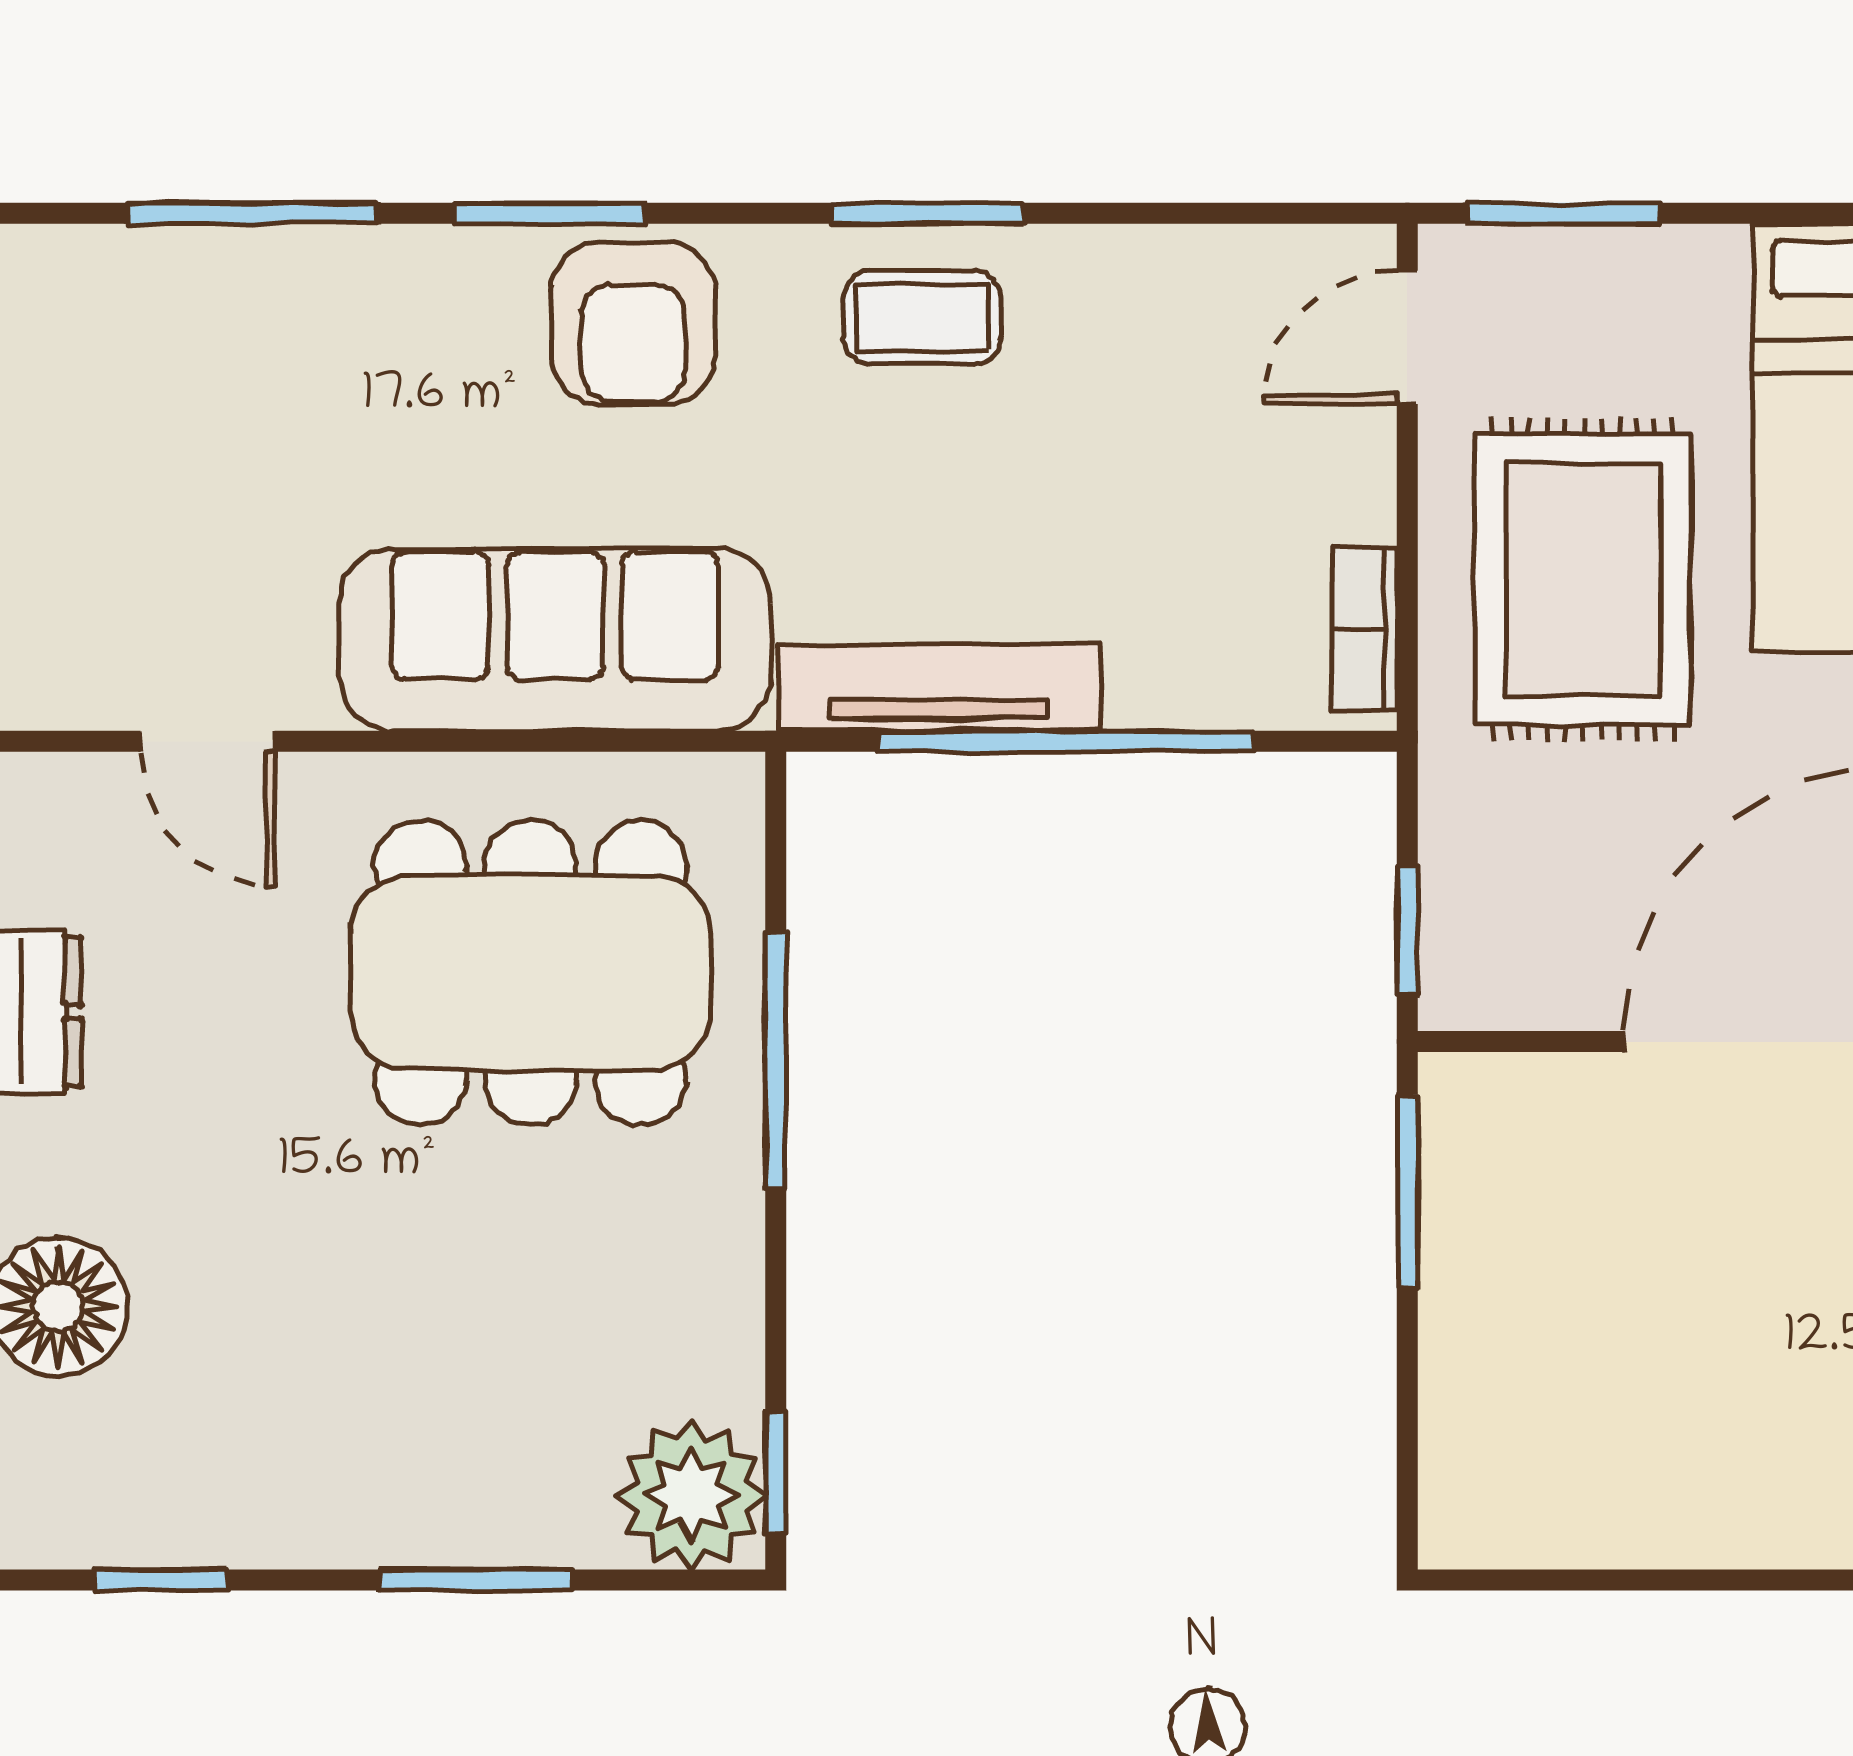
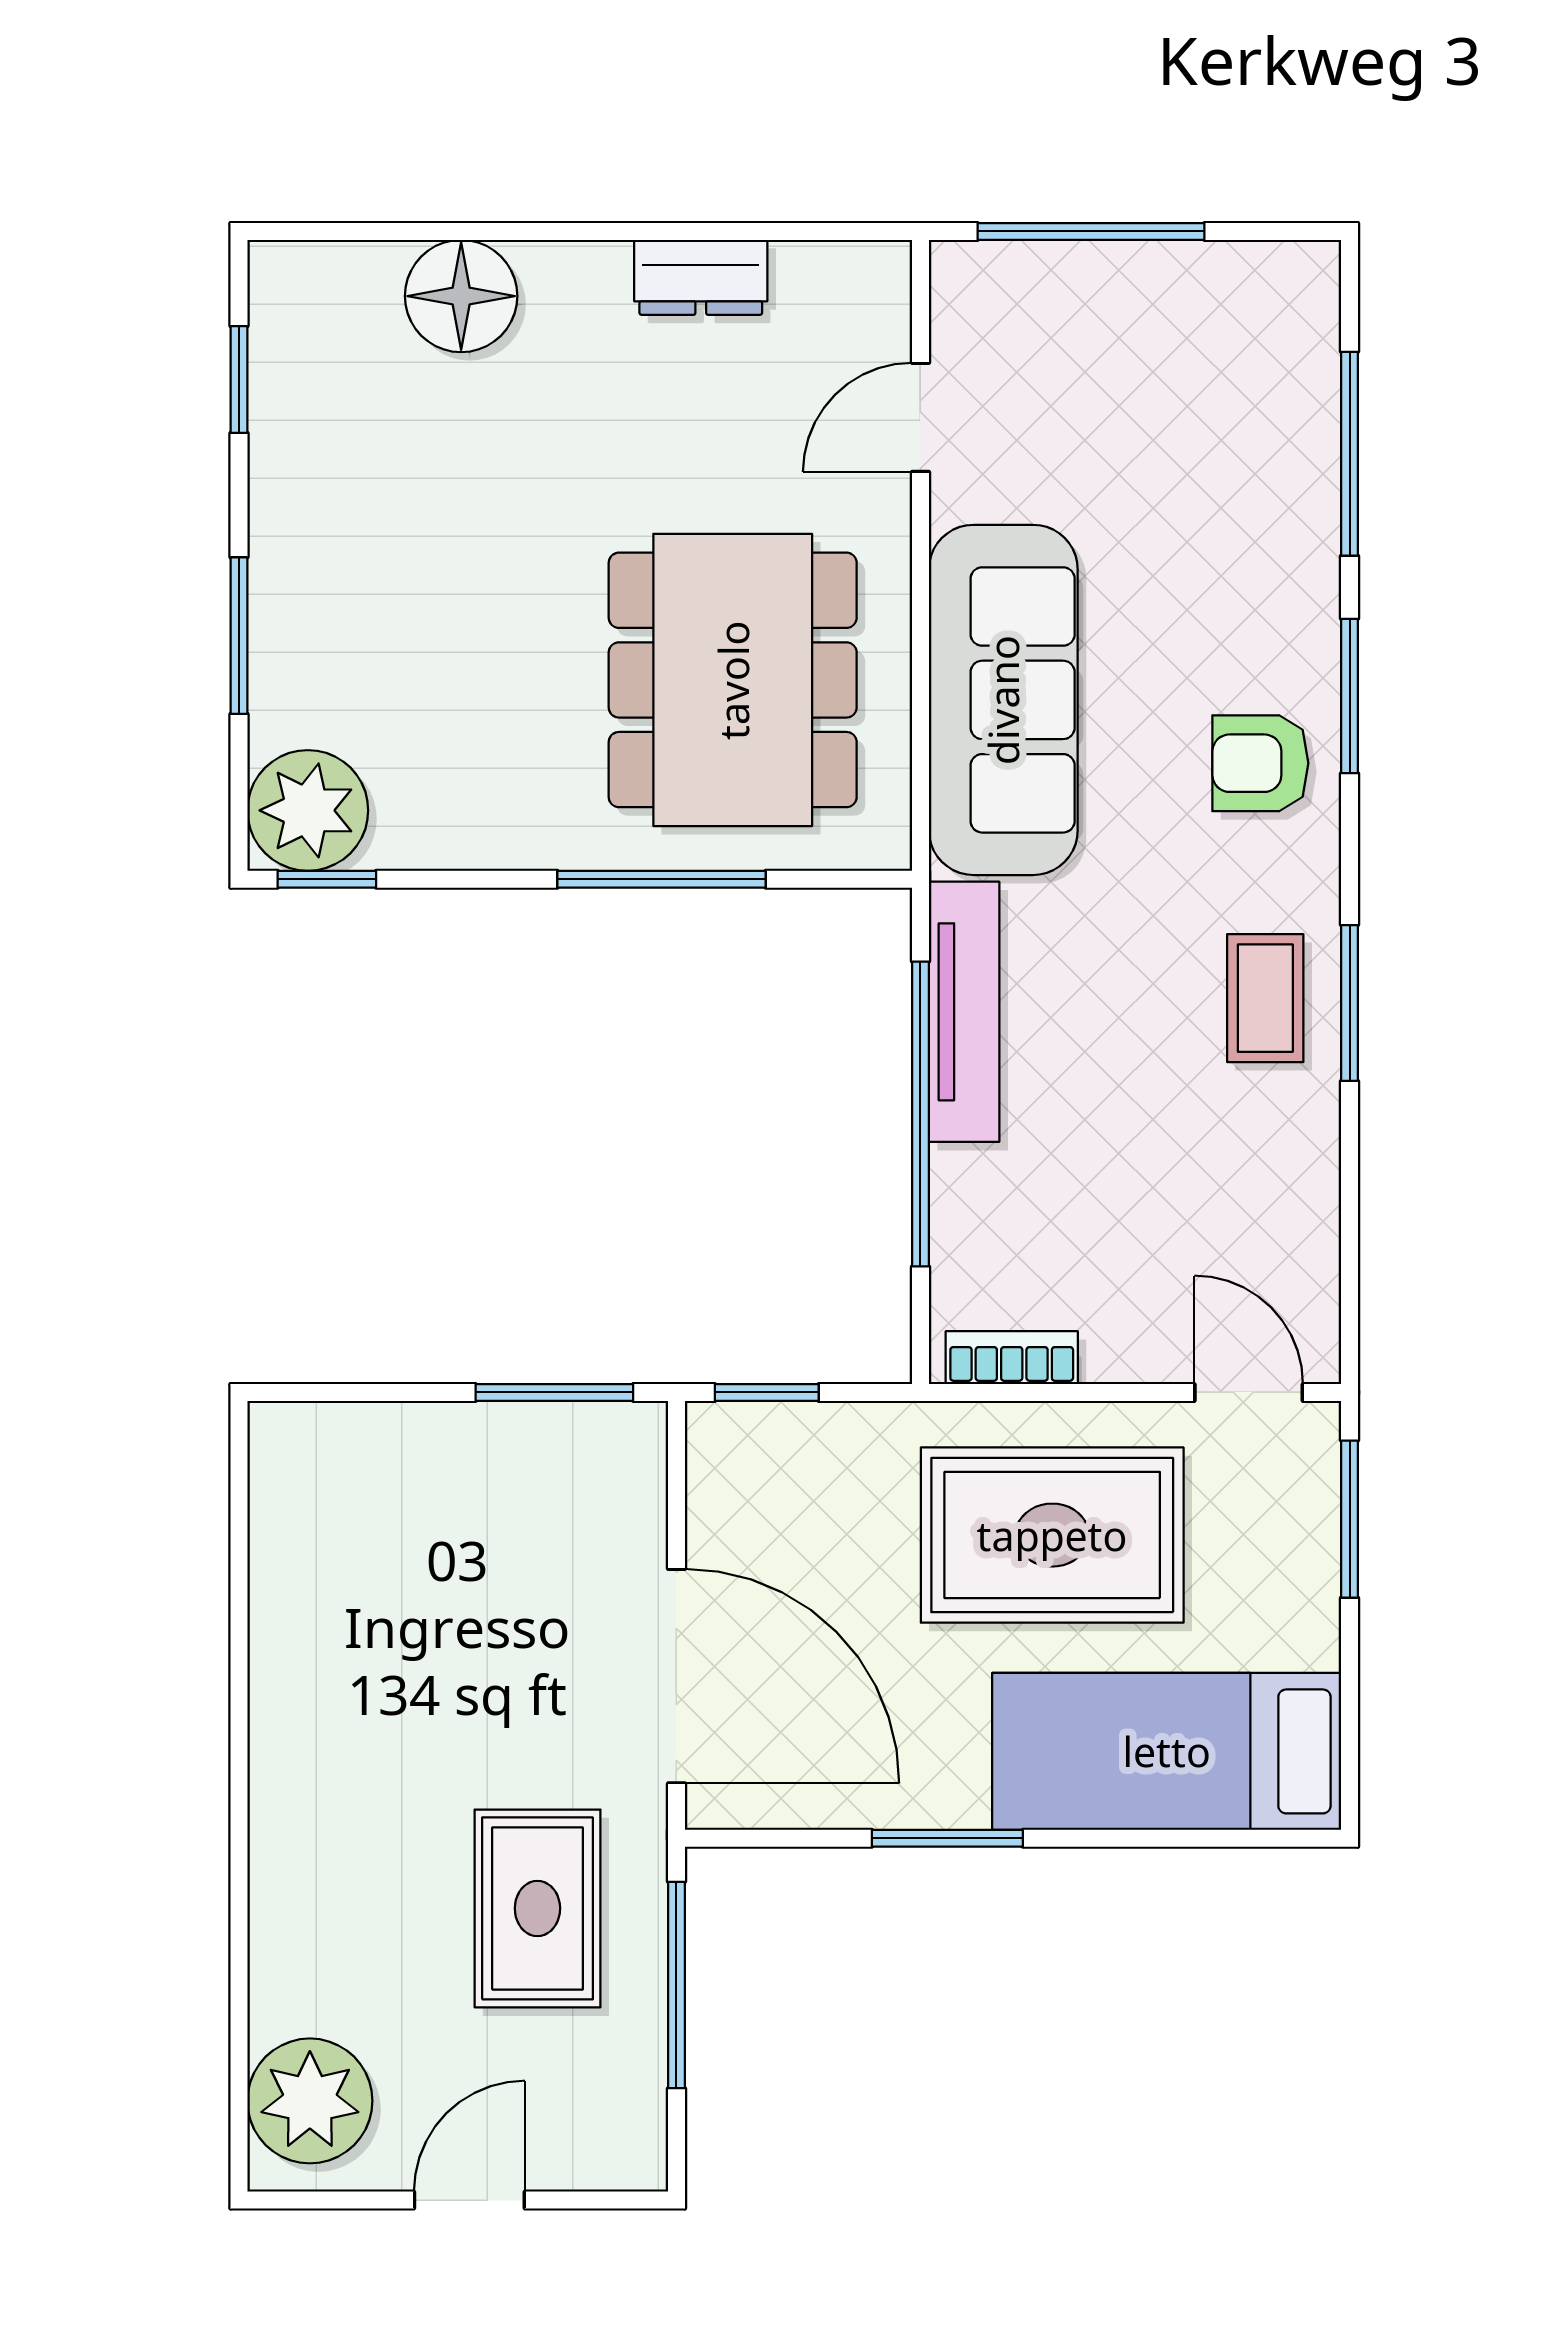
armchair: (633, 323) -> (1260, 763), width x0.72, depth x0.72

